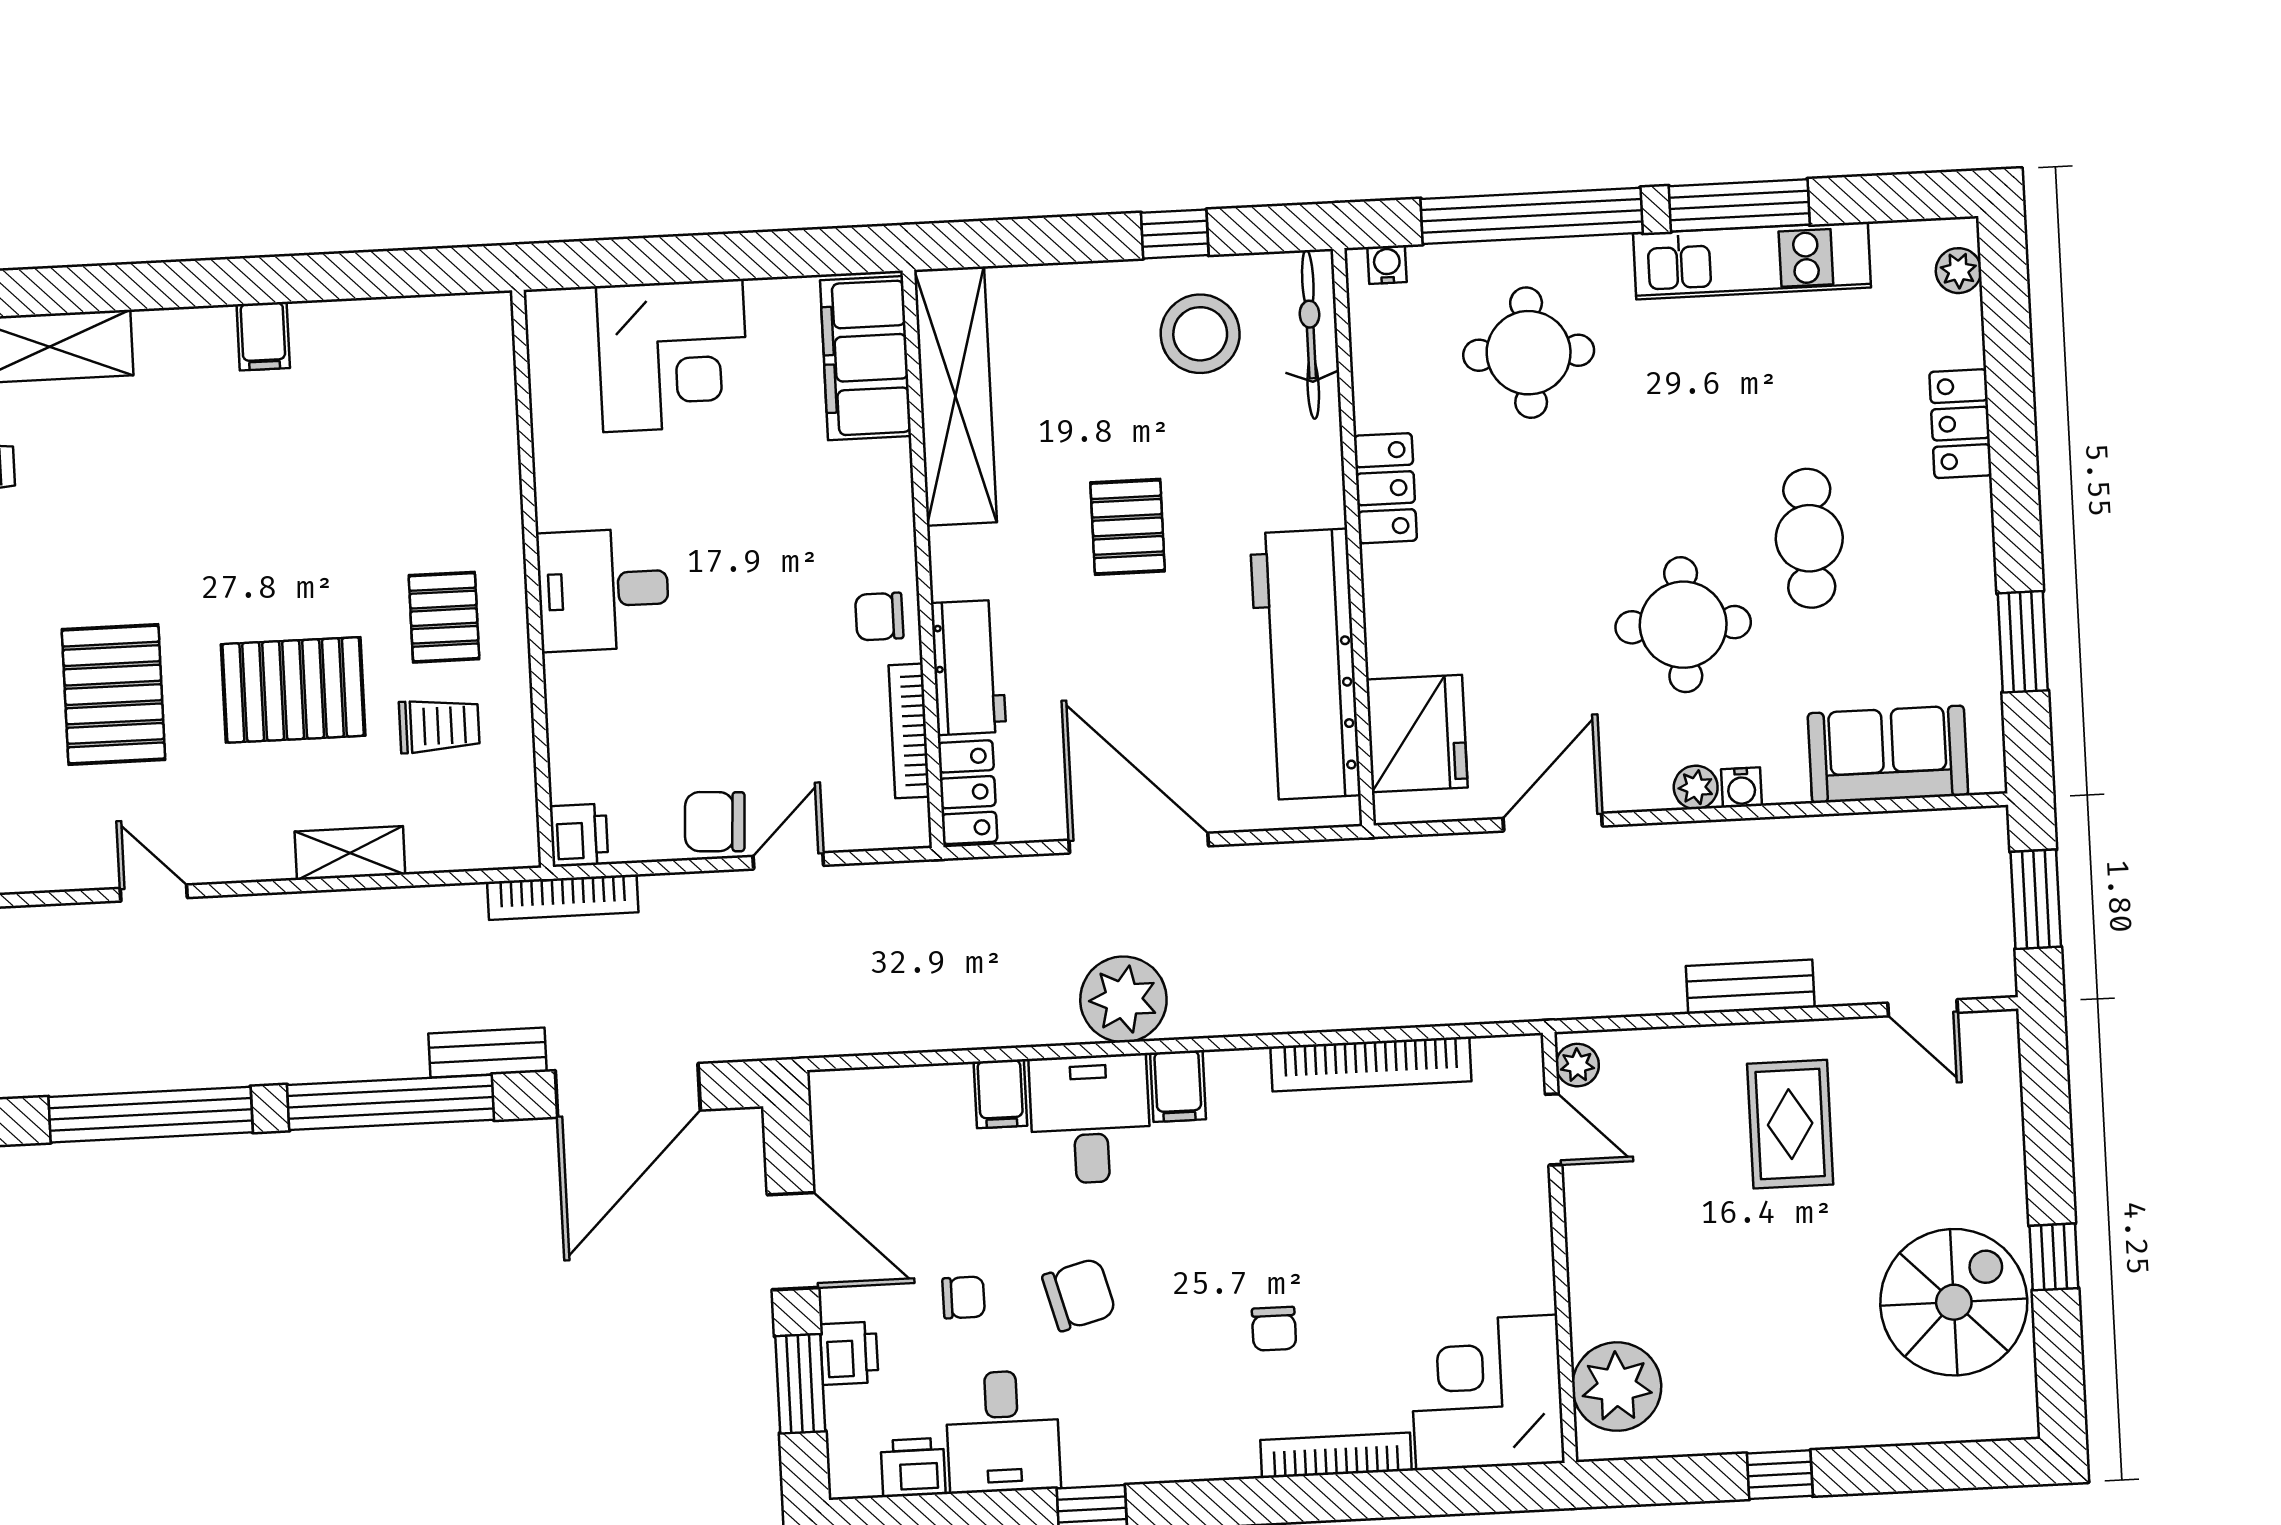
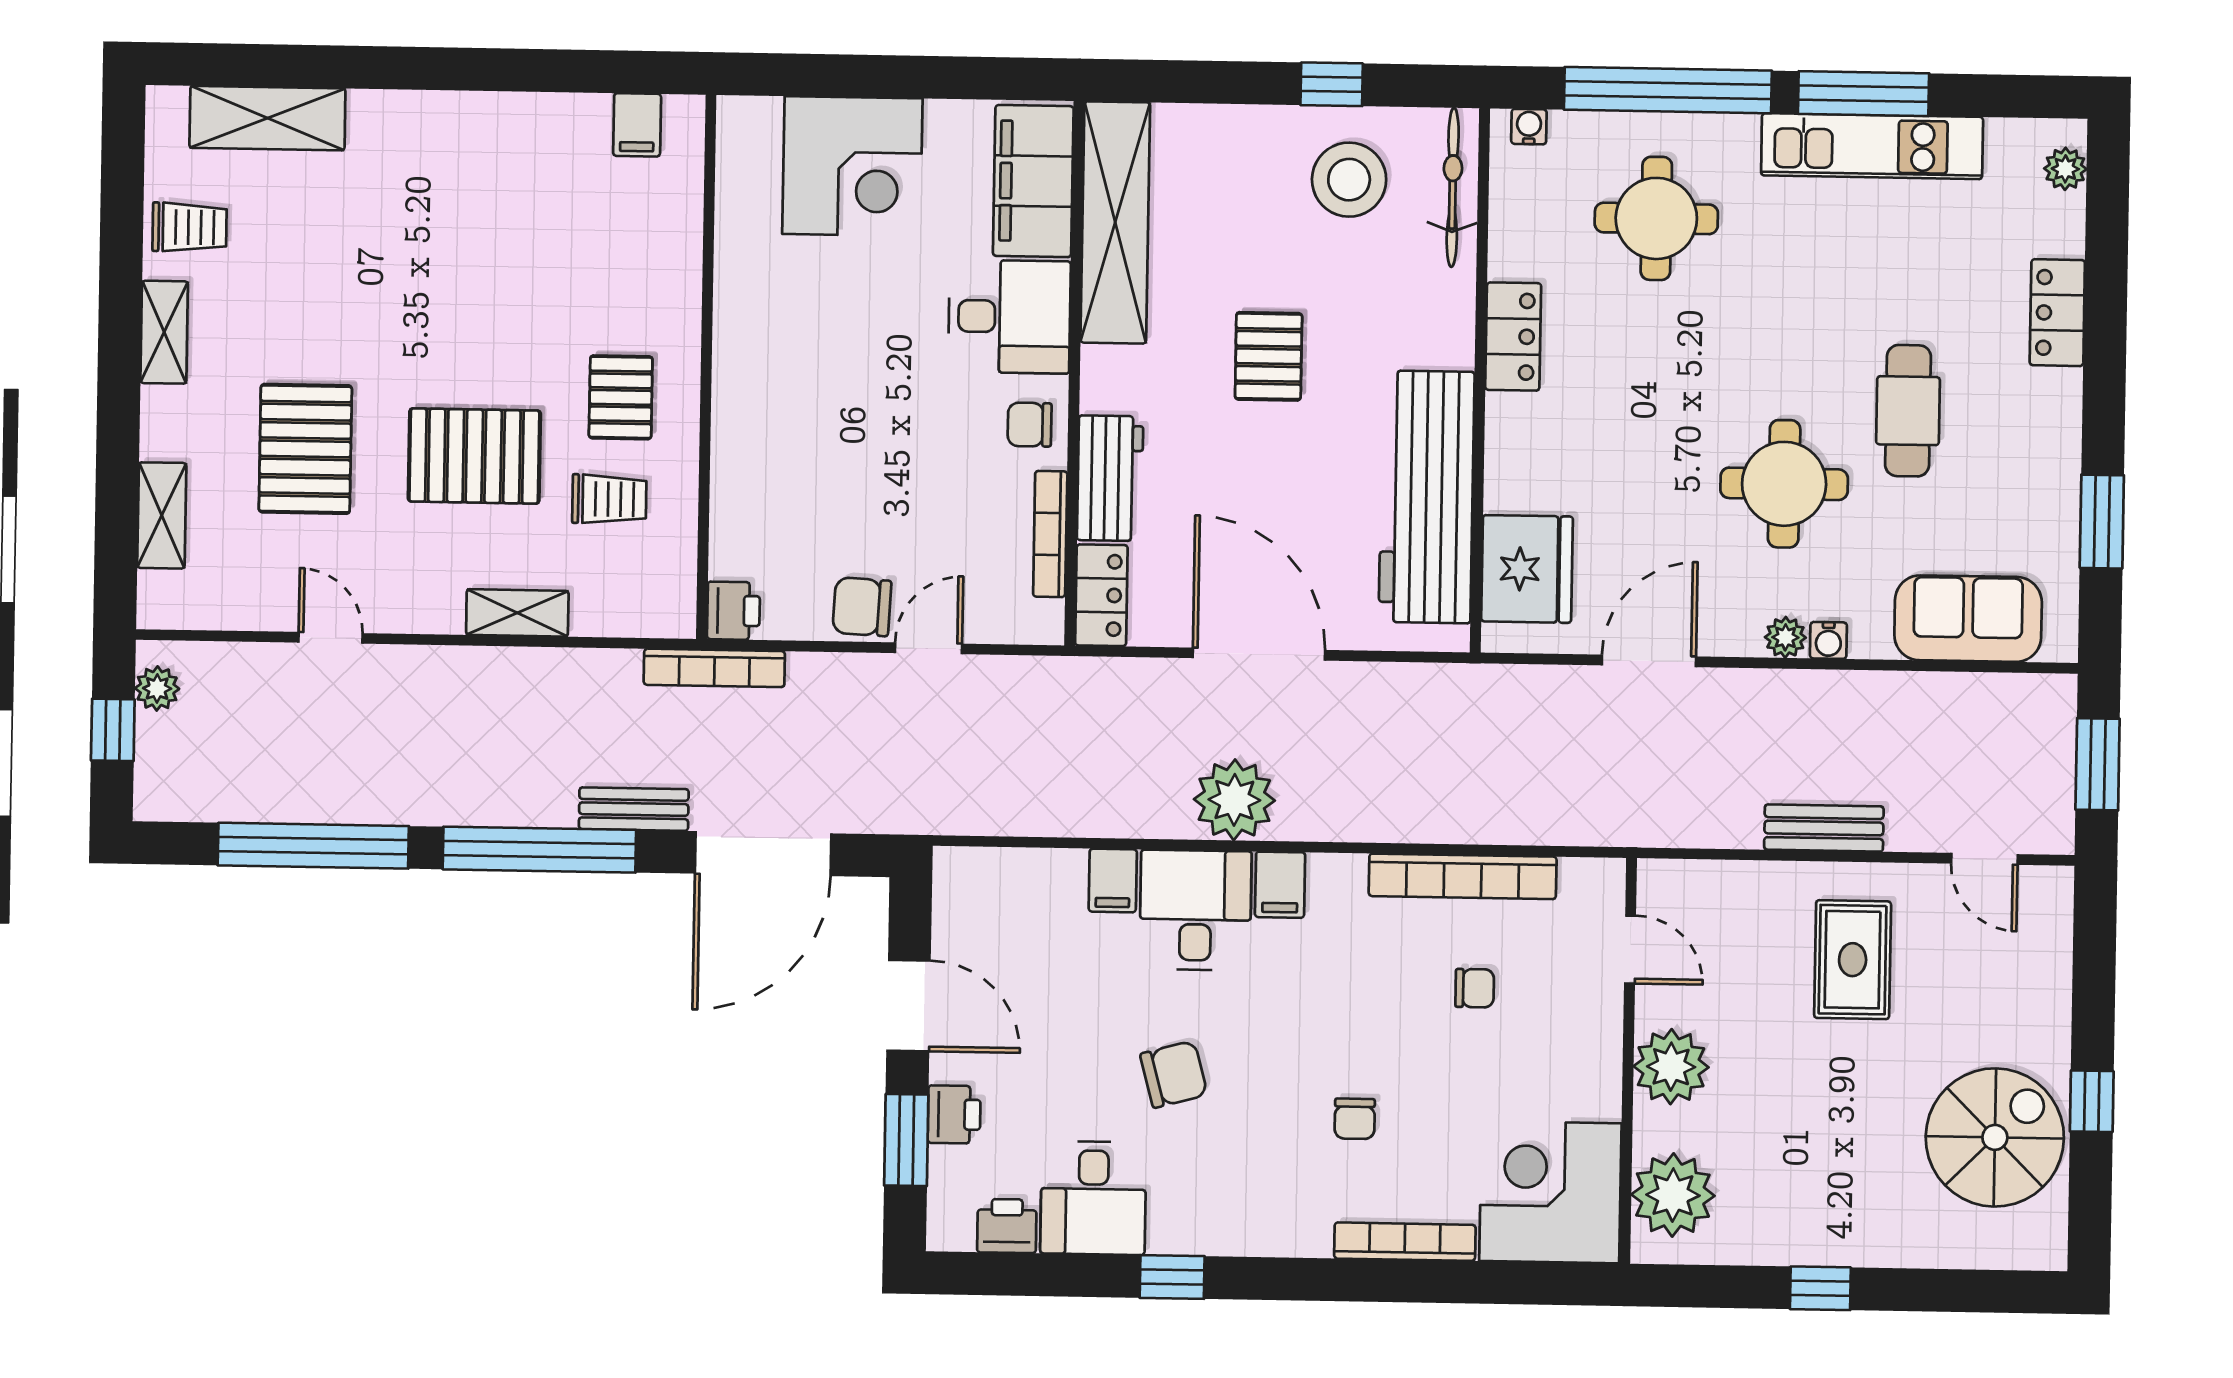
filing cabinet: (263, 336) -> (637, 125), moved
desk: (603, 590) -> (1009, 317), moved, turned 180
plant: (1577, 1065) -> (1671, 1067), moved, width x1.88, depth x1.88
chair: (964, 1297) -> (1475, 988), moved

